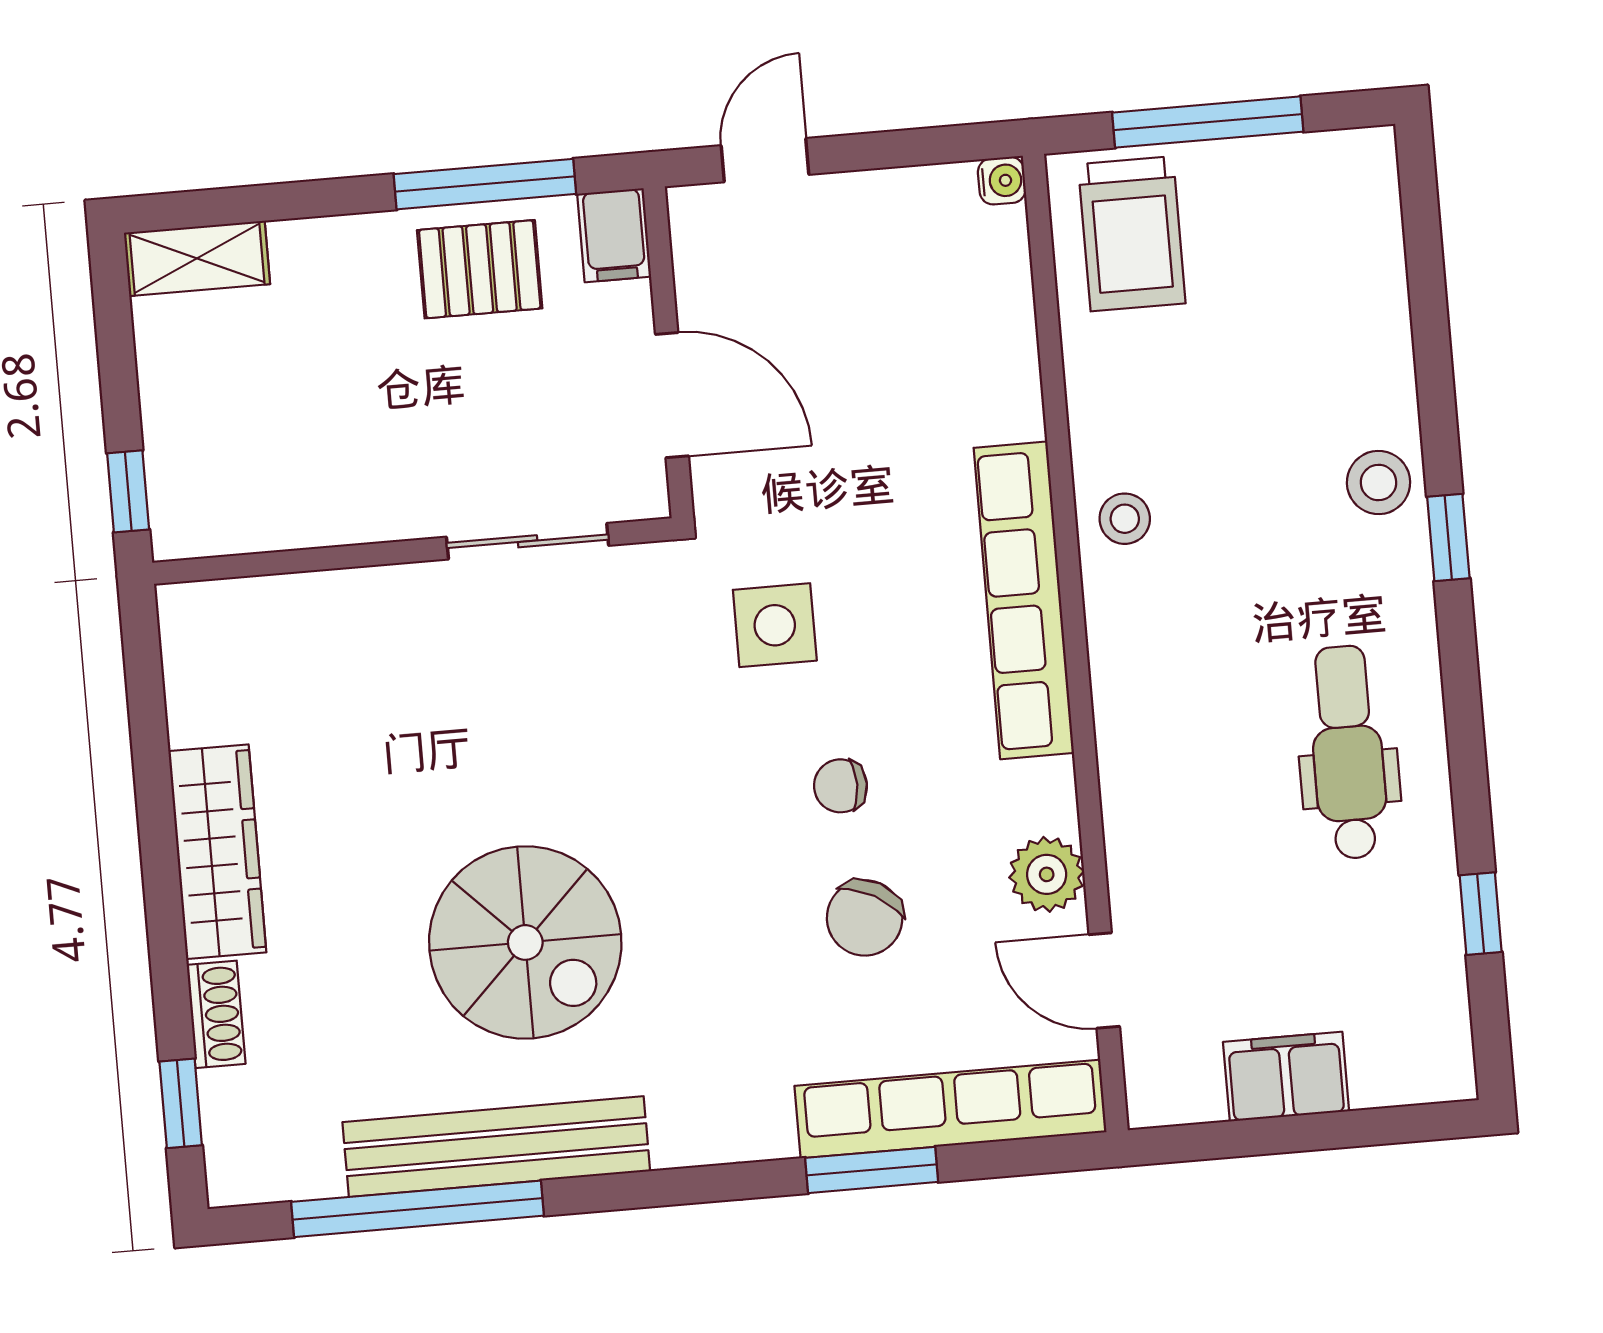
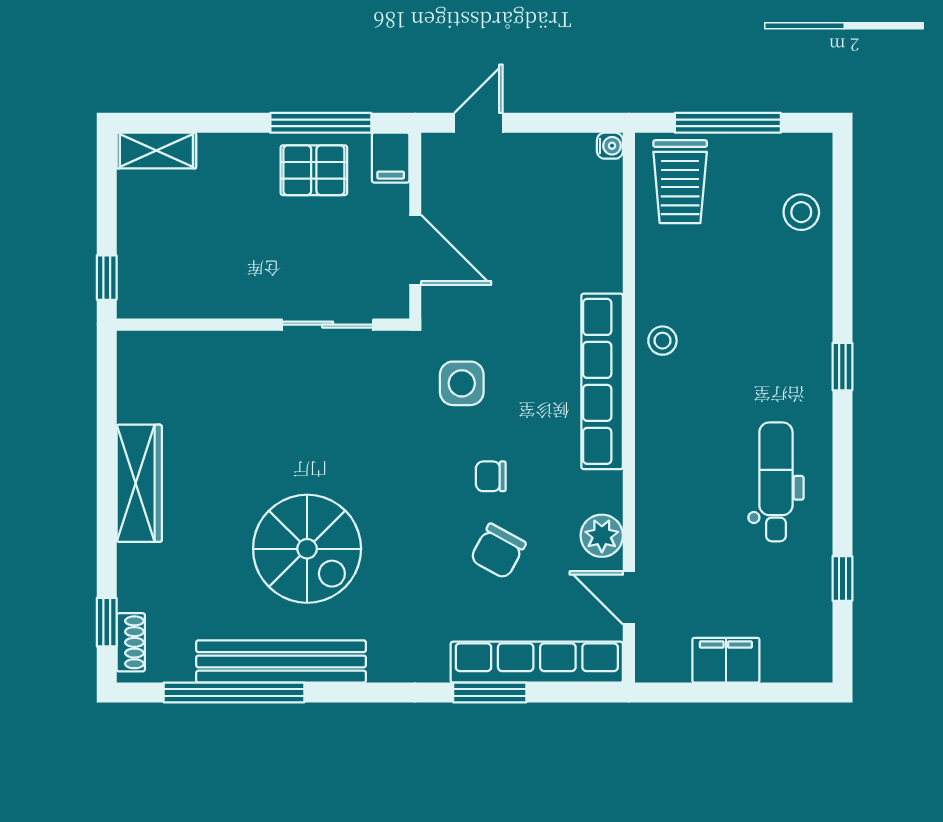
stool: (1379, 483) -> (801, 212), moved
shoe rack: (216, 1014) -> (131, 642), moved

